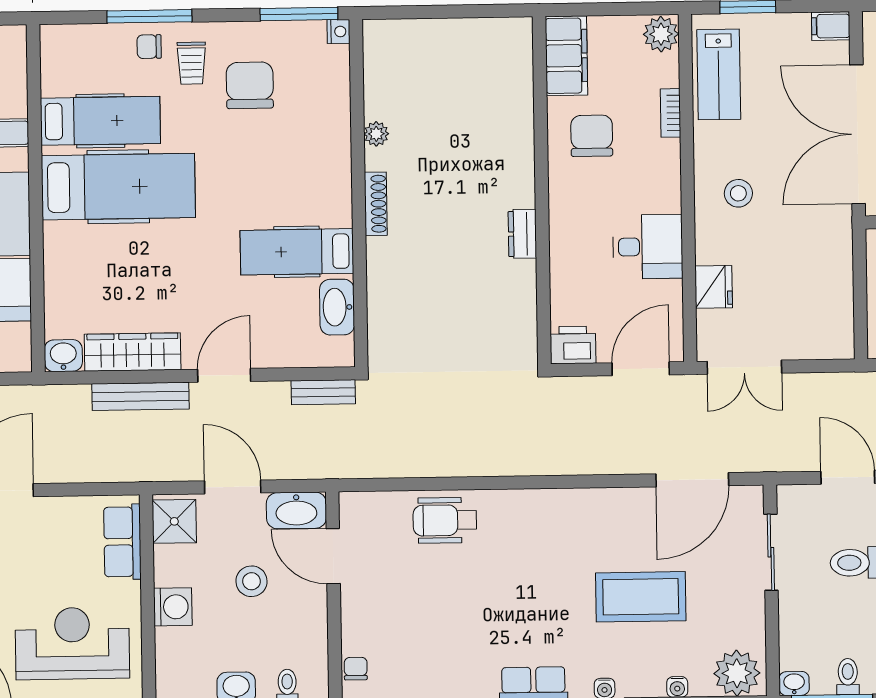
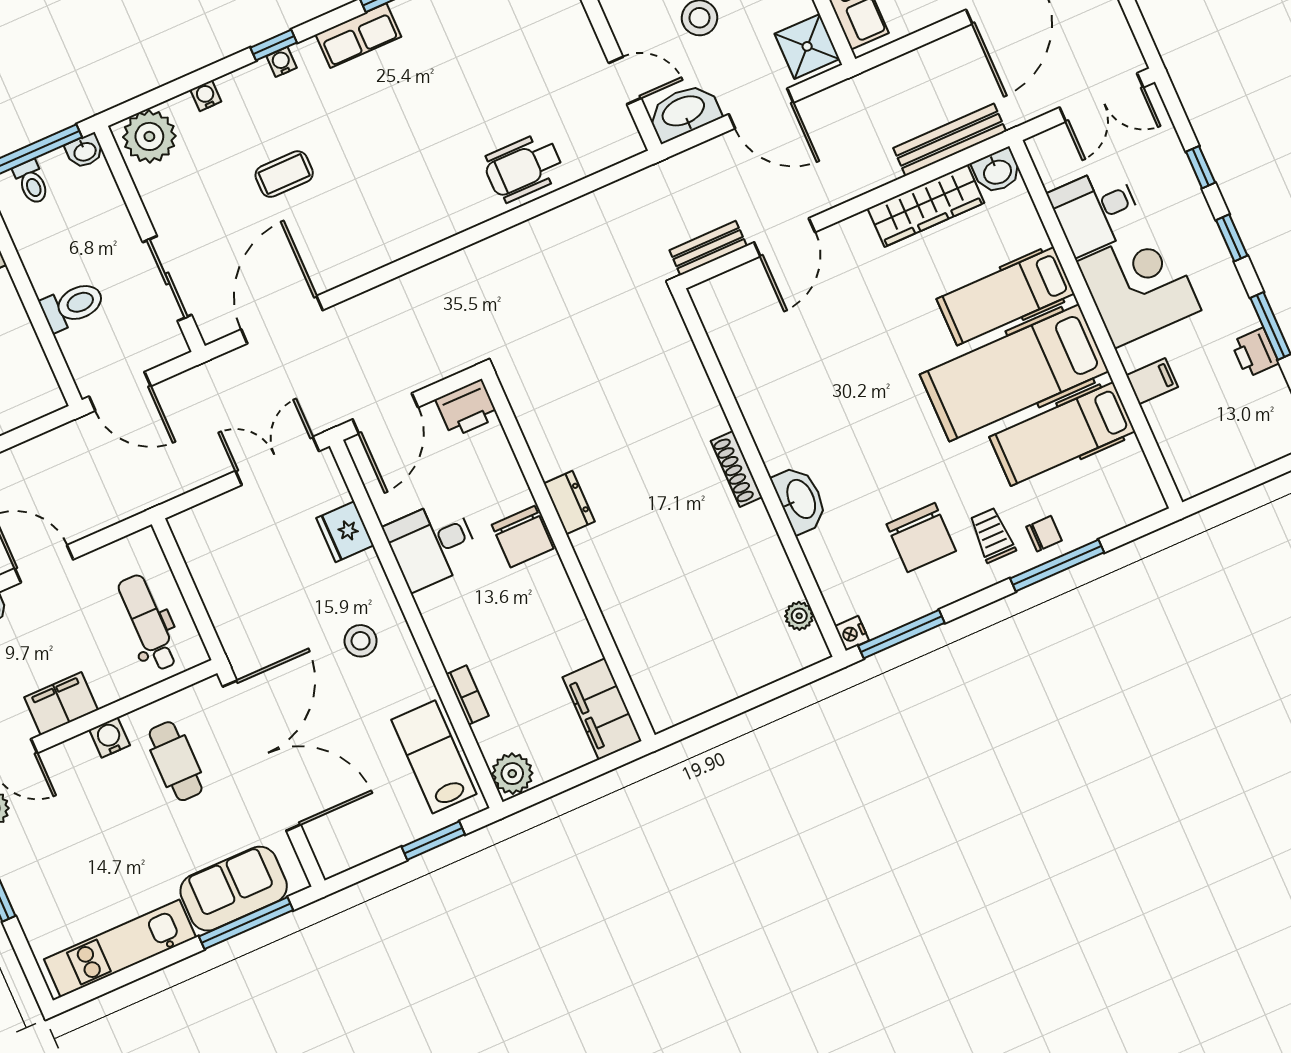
filing cabinet: (831, 26) -> (338, 857), removed
plant: (376, 134) -> (799, 616), moved
chair: (592, 136) -> (523, 537), moved
hospital bed: (297, 252) -> (1006, 296), moved, turned 180
washbasin: (337, 307) -> (800, 499), moved
door: (224, 375) -> (785, 237), moved
bench: (140, 396) -> (950, 140), moved
wheelchair: (445, 520) -> (524, 168), turned 180
door: (333, 556) -> (625, 80), width x0.73
coffee table: (641, 597) -> (284, 174), width x0.54, depth x0.58

